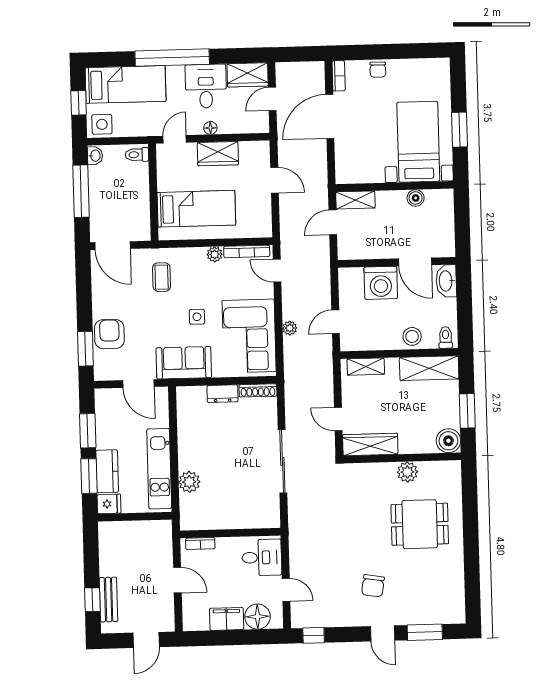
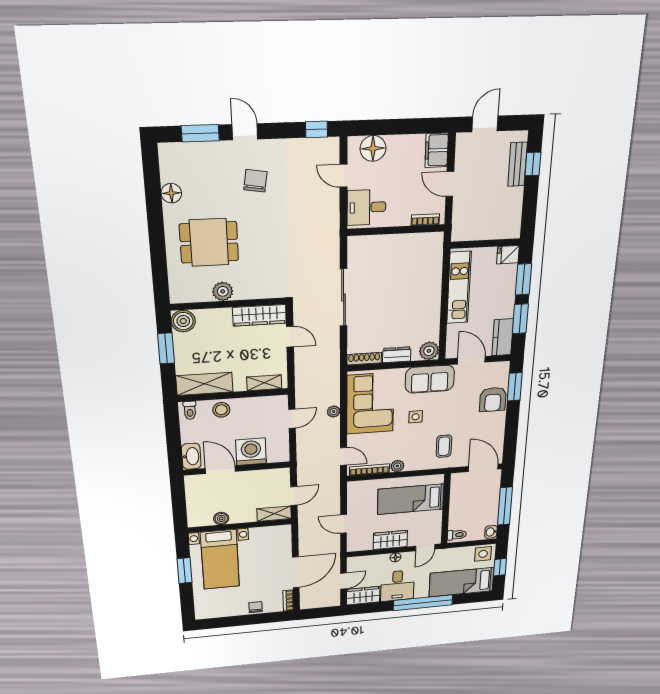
kitchen counter: (107, 471) -> (503, 337), moved
plant: (189, 482) -> (429, 351), moved
floor lamp: (455, 575) -> (171, 193), added
filing cabinet: (227, 619) -> (437, 150), moved, turned 90

